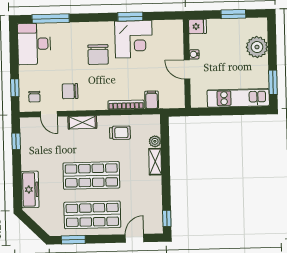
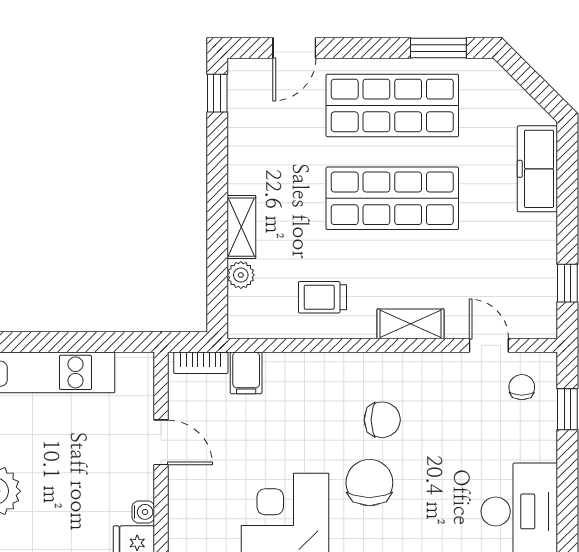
water cooler: (194, 54) -> (143, 512), moved
chair: (70, 91) -> (382, 420), moved
bookcase: (126, 105) -> (201, 363), moved, width x0.64

